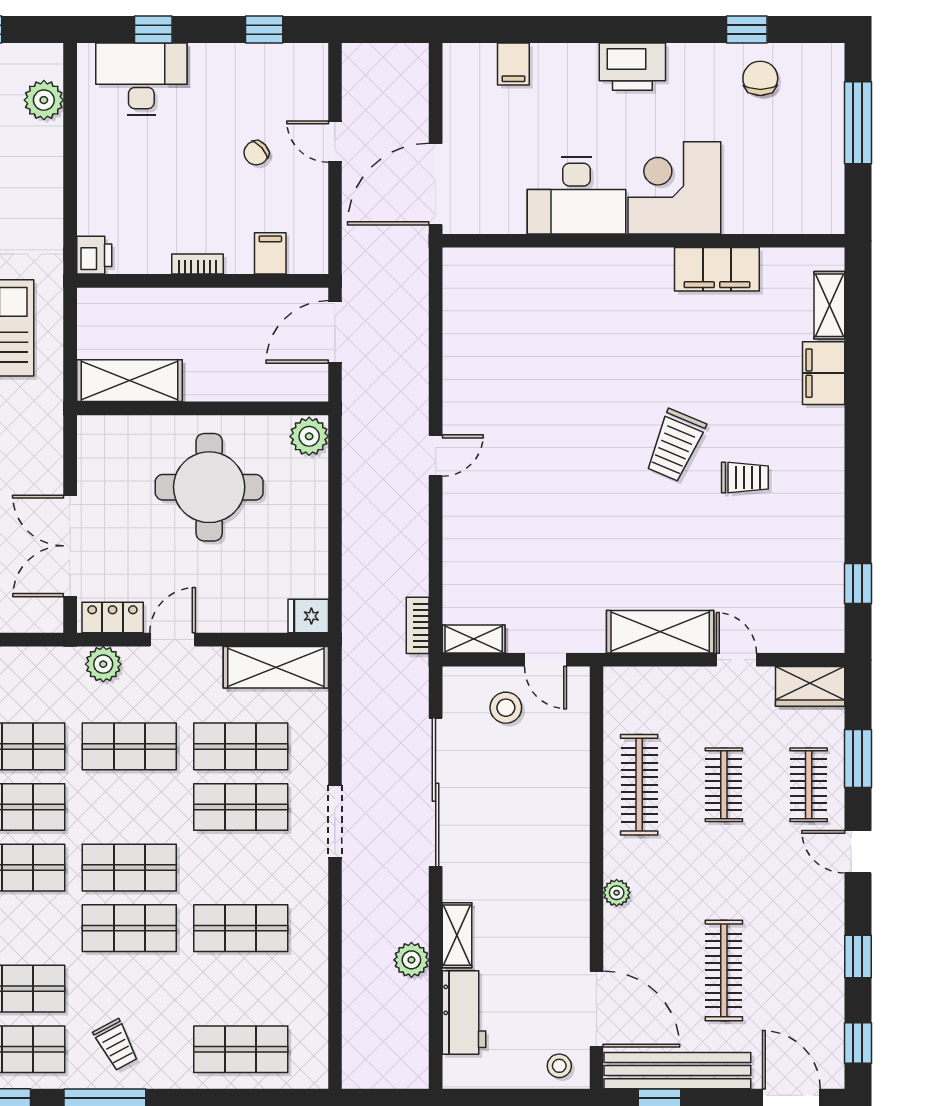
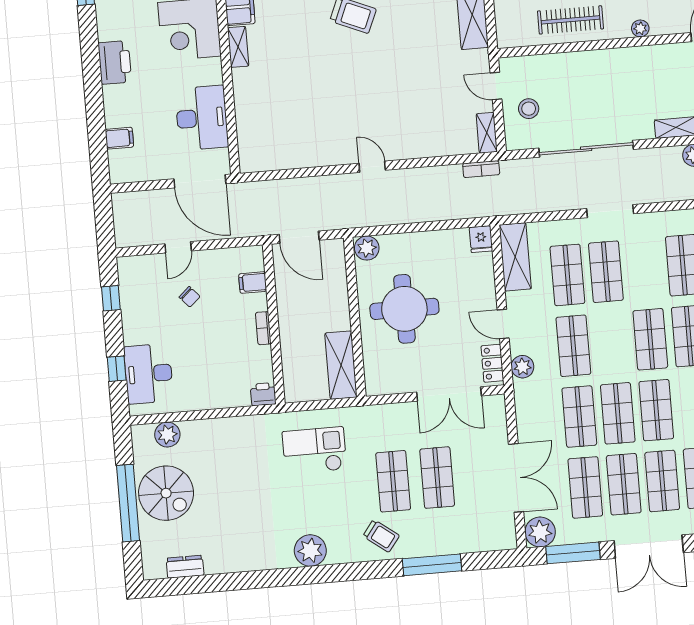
desk: (576, 195) -> (202, 118), moved
shelving: (641, 262) -> (238, 47), added
door: (545, 660) -> (496, 86), swing flipped

